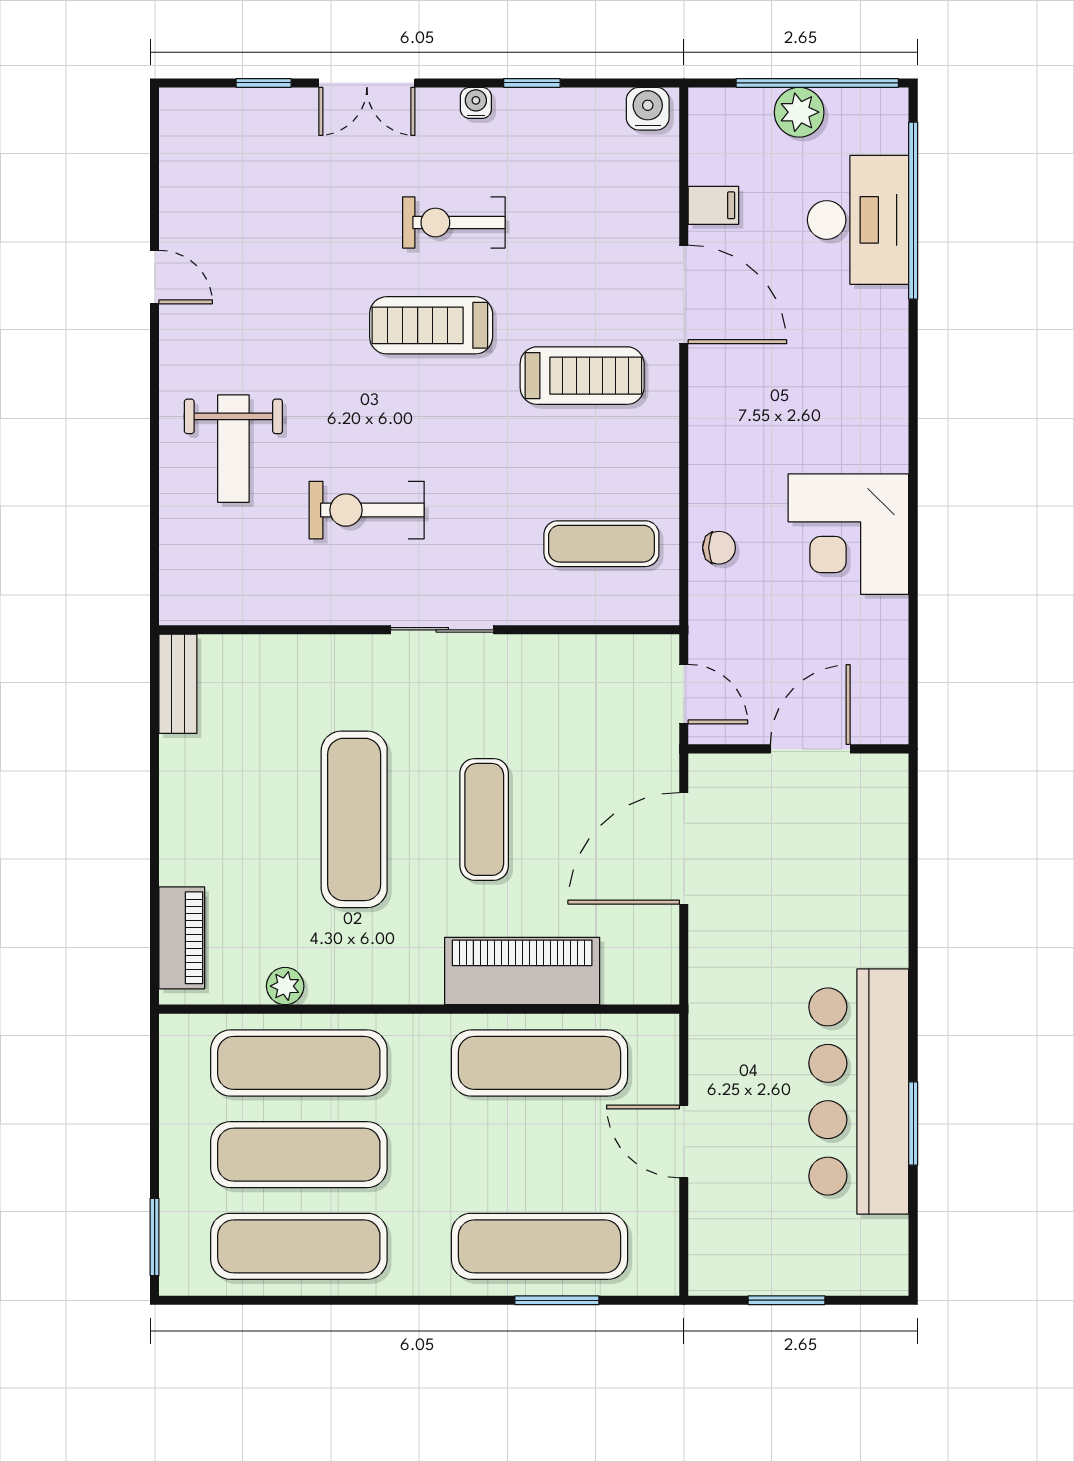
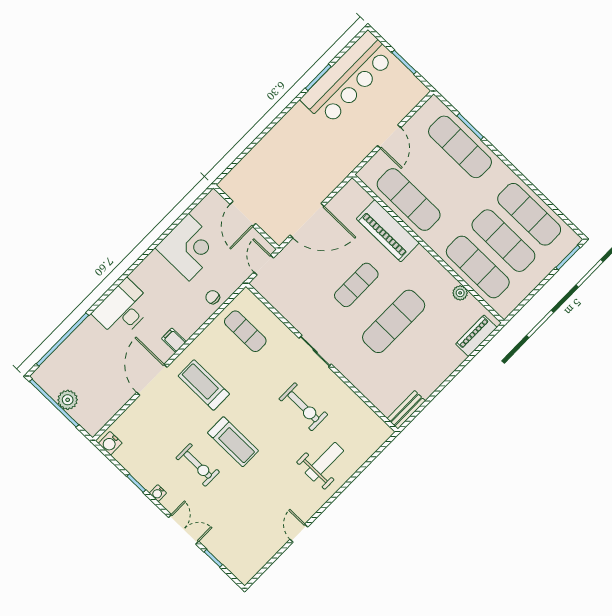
filing cabinet: (713, 205) -> (174, 340), moved
desk: (858, 220) -> (123, 309), moved
corner desk: (848, 534) -> (189, 247), moved
door: (810, 749) -> (243, 214), hinge flipped
bar counter: (859, 1092) -> (348, 78), moved

